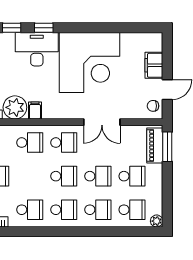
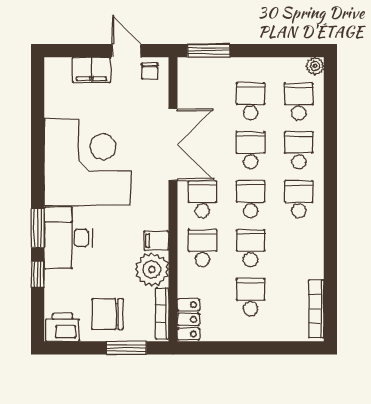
window: (44, 28) -> (38, 228), width x1.50
double door: (102, 122) -> (173, 145), width x1.37
piano: (155, 145) -> (207, 69), removed
school desk: (30, 210) -> (251, 248), moved

